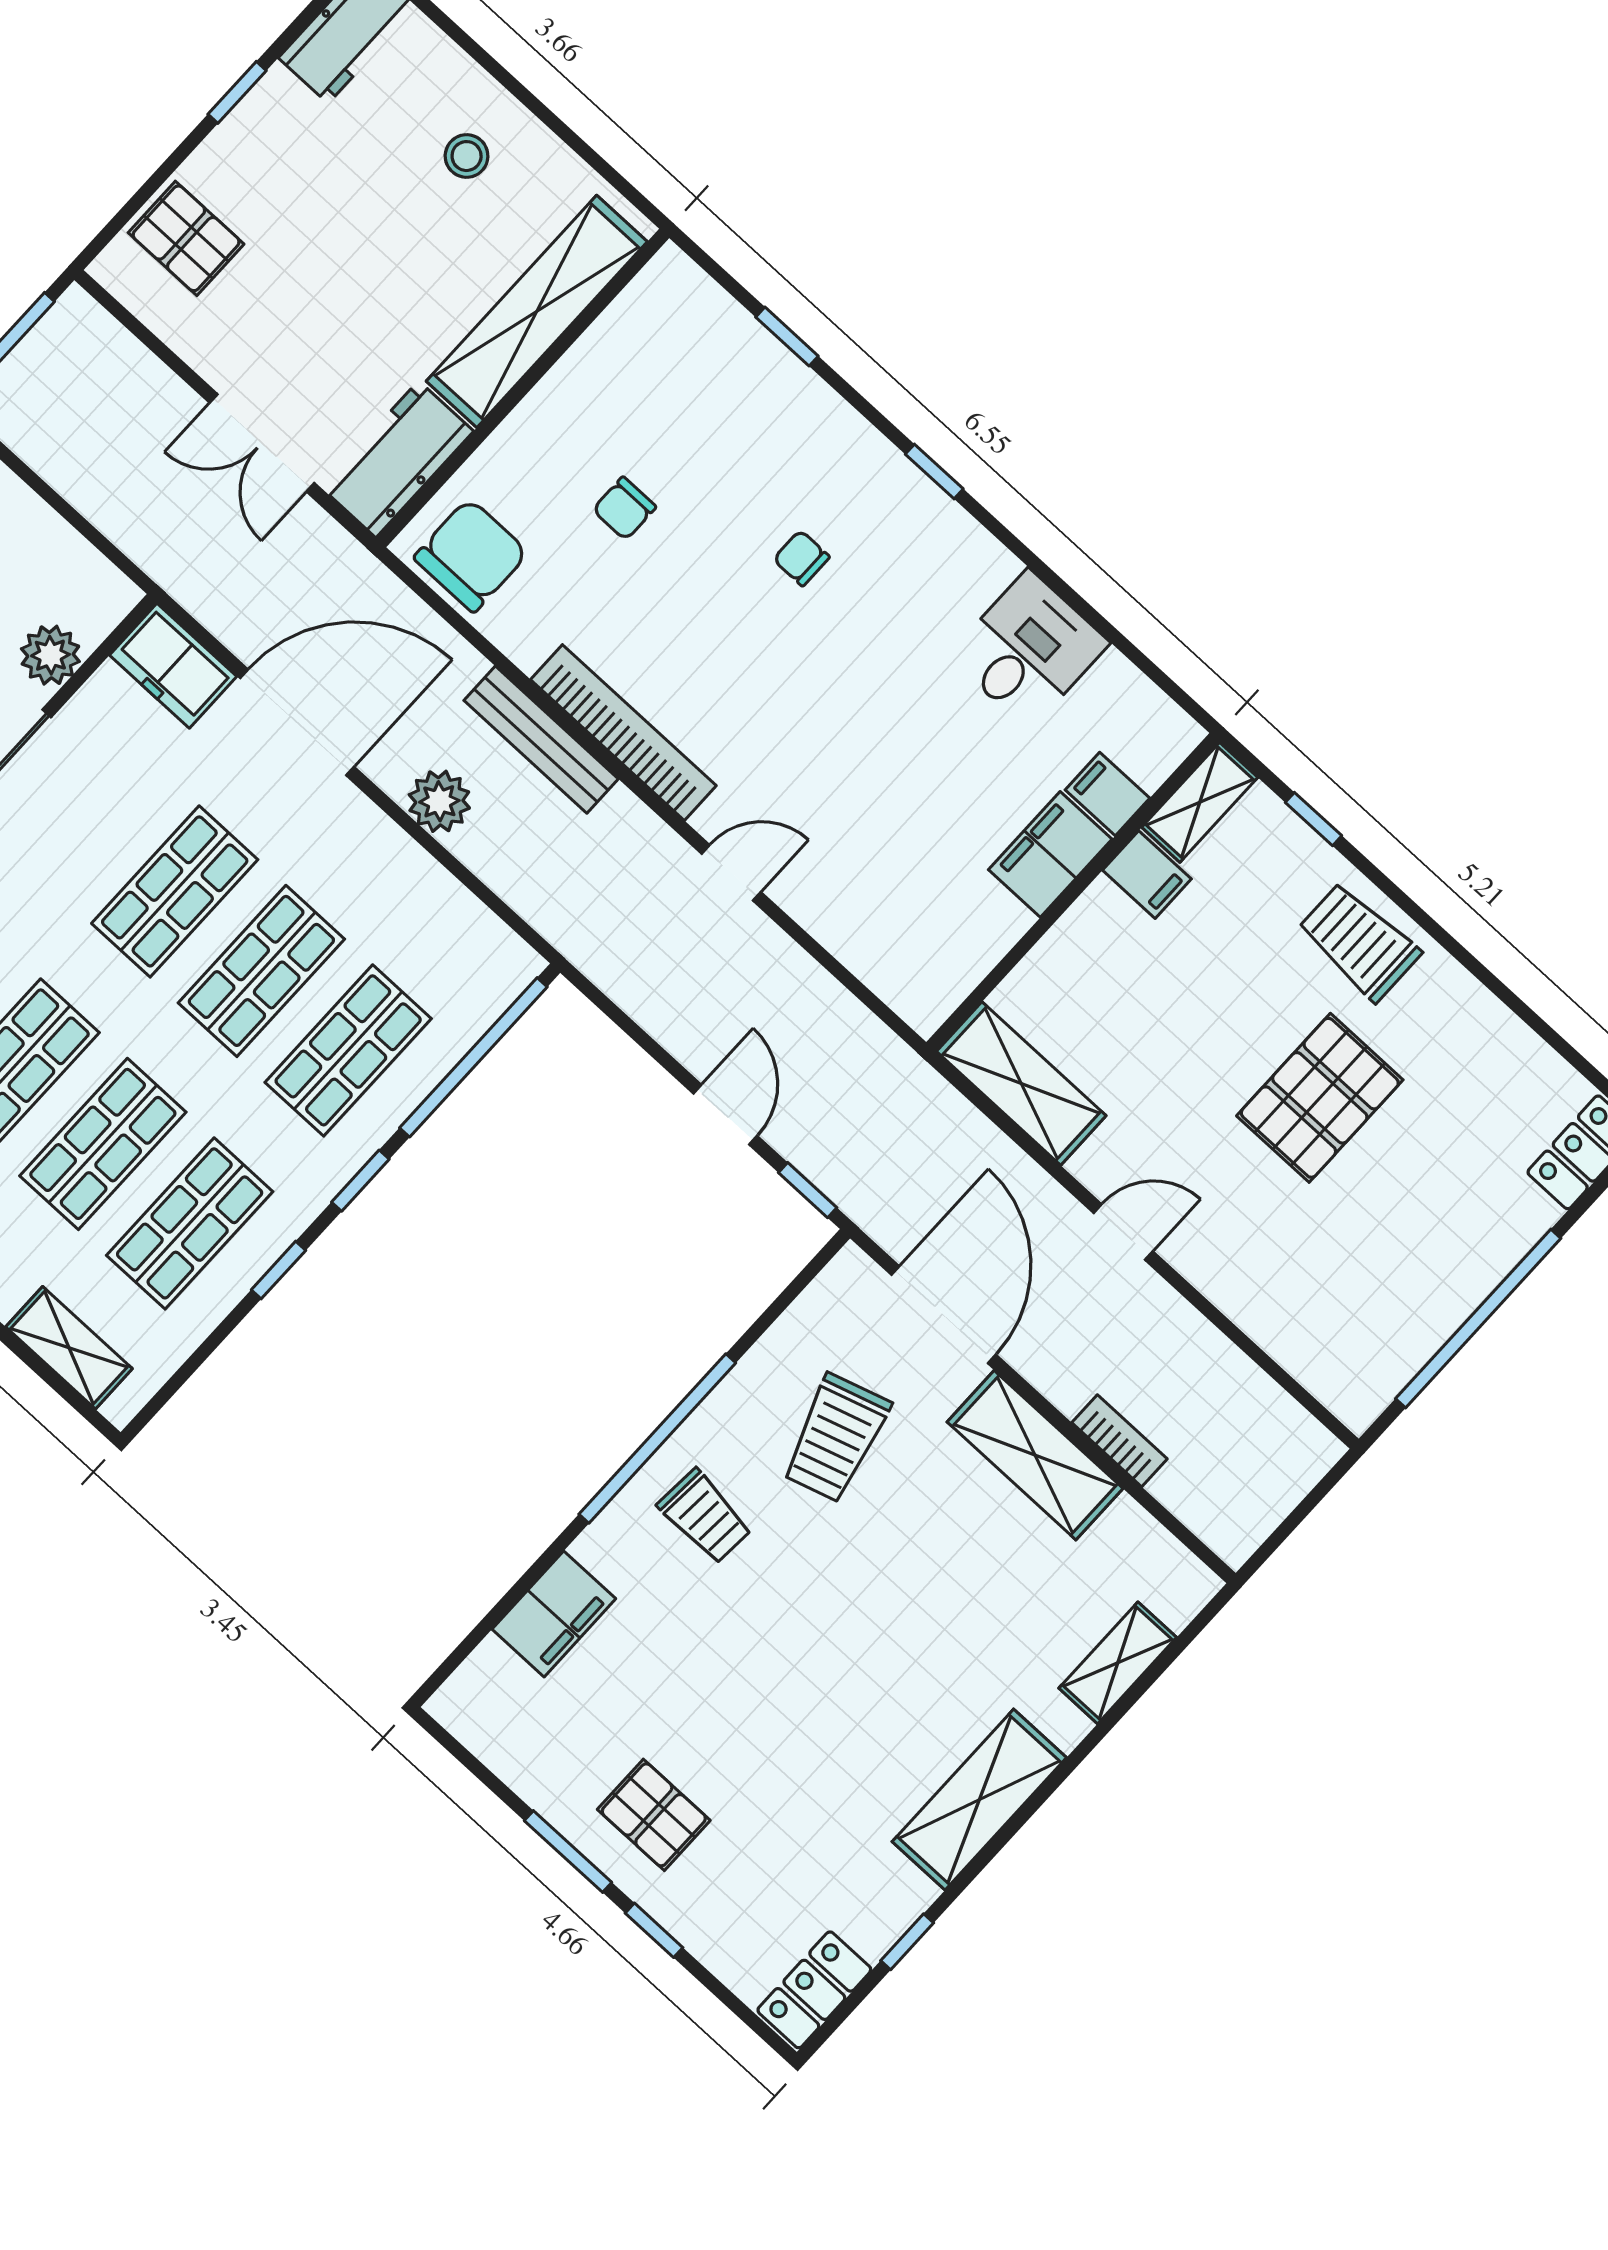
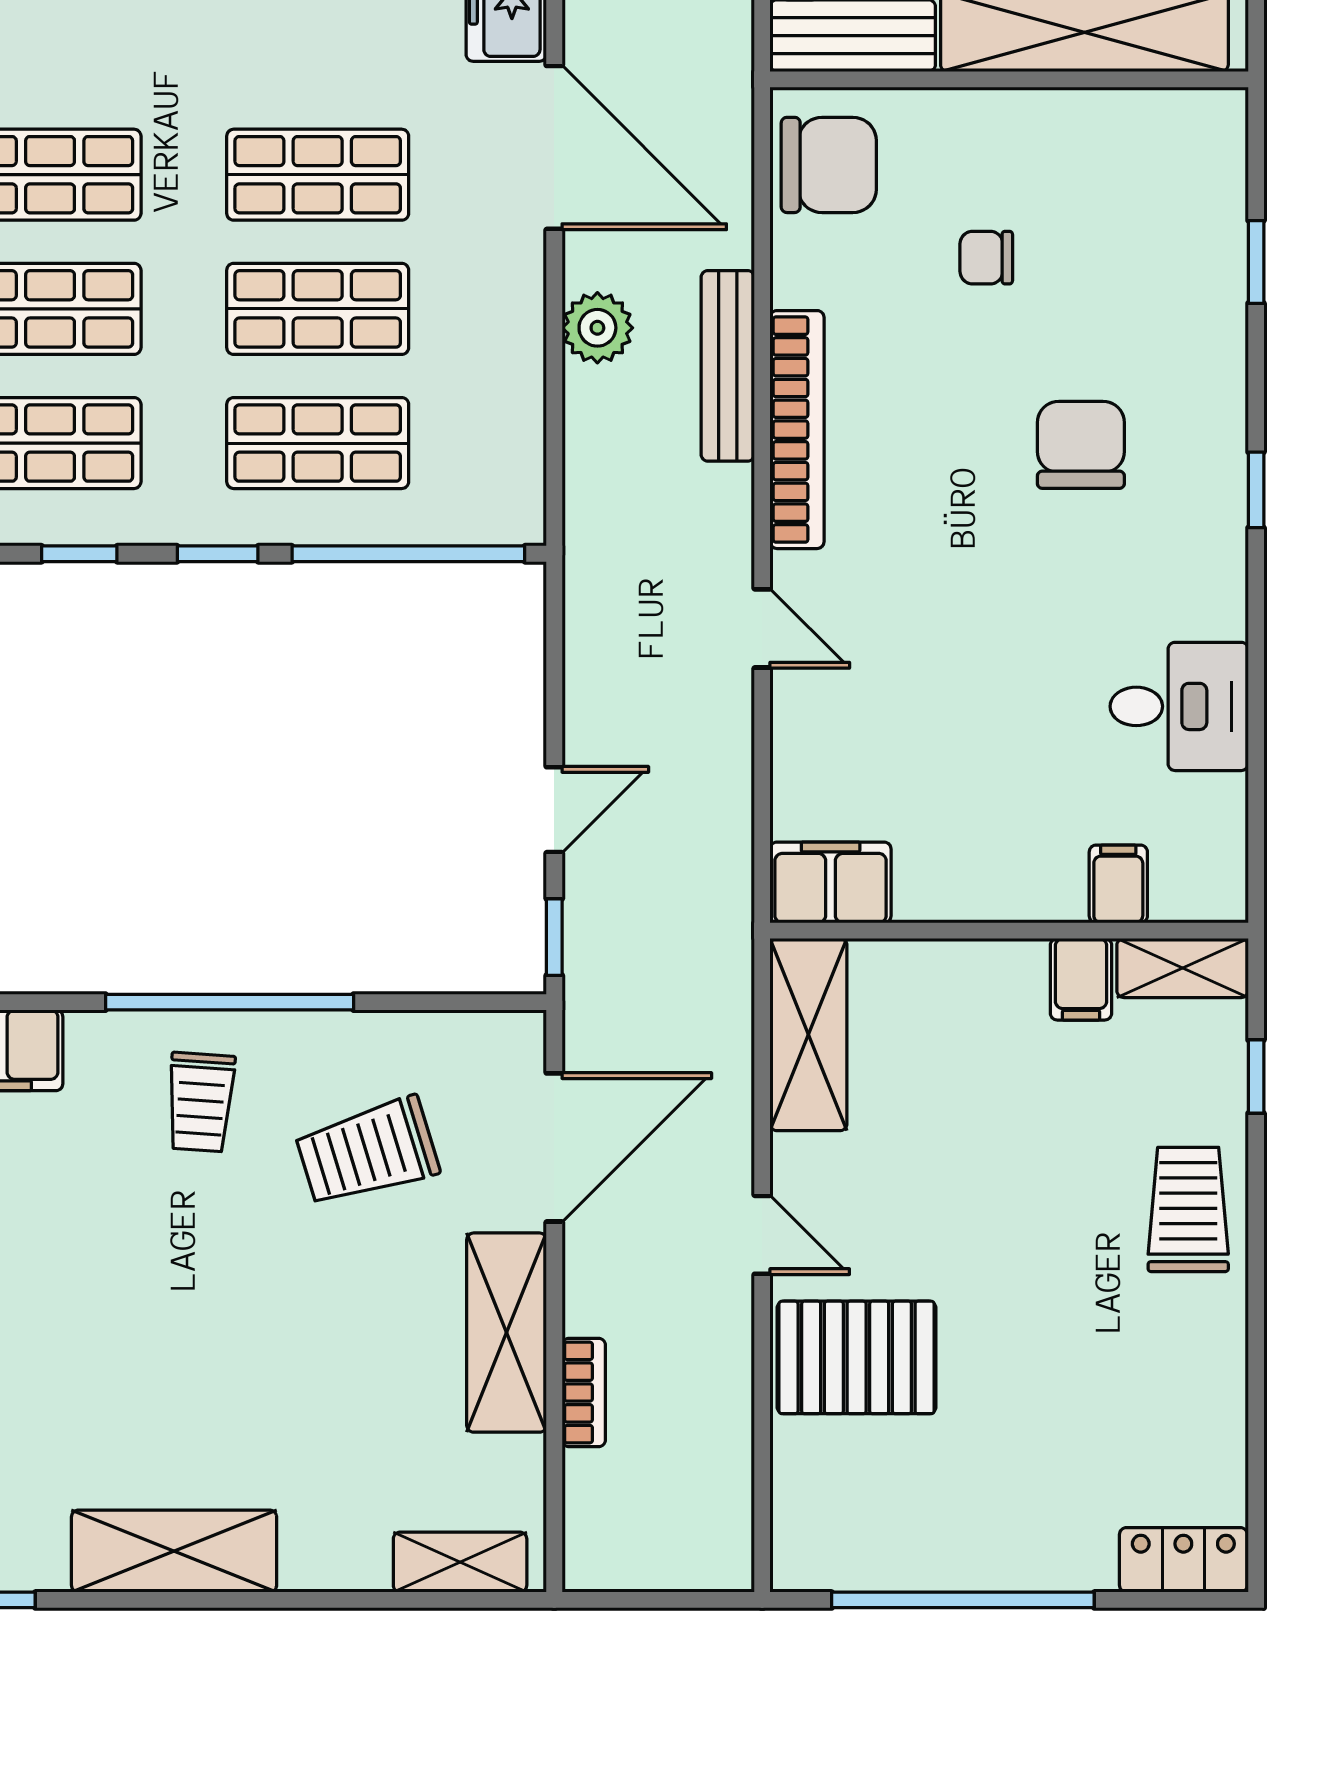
chair: (801, 558) -> (1081, 445), width x1.87, depth x1.87
filing cabinet: (1050, 854) -> (831, 882), moved
pallet: (1320, 1098) -> (857, 1357), moved
shelving: (1118, 1663) -> (460, 1562), moved

